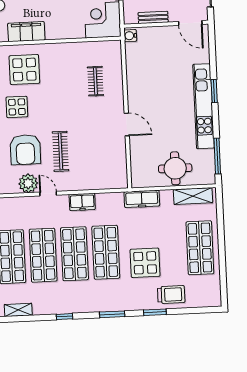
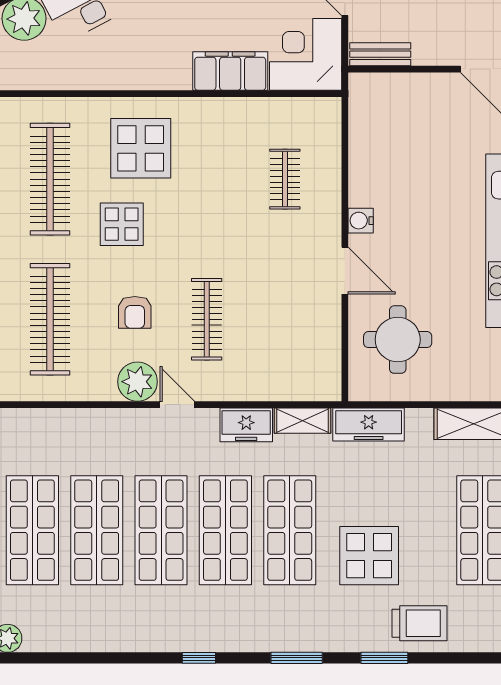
bench: (153, 17) -> (380, 54), moved
filing cabinet: (26, 32) -> (230, 71), moved
water cooler: (130, 36) -> (361, 221), moved
armchair: (25, 150) -> (135, 312), width x0.53, depth x0.53
round table: (175, 168) -> (398, 340), moved
shelving: (18, 310) -> (303, 421), moved

